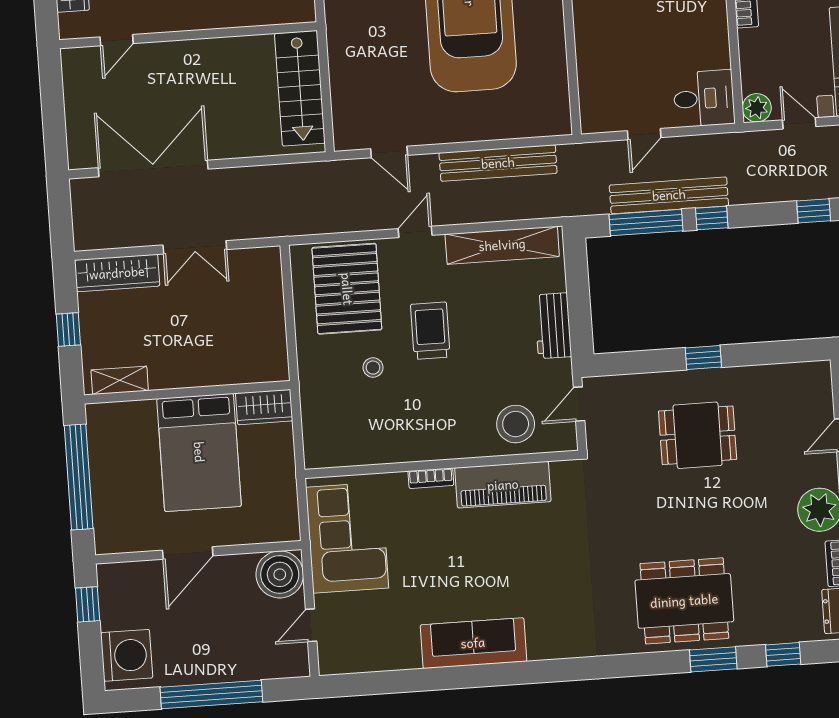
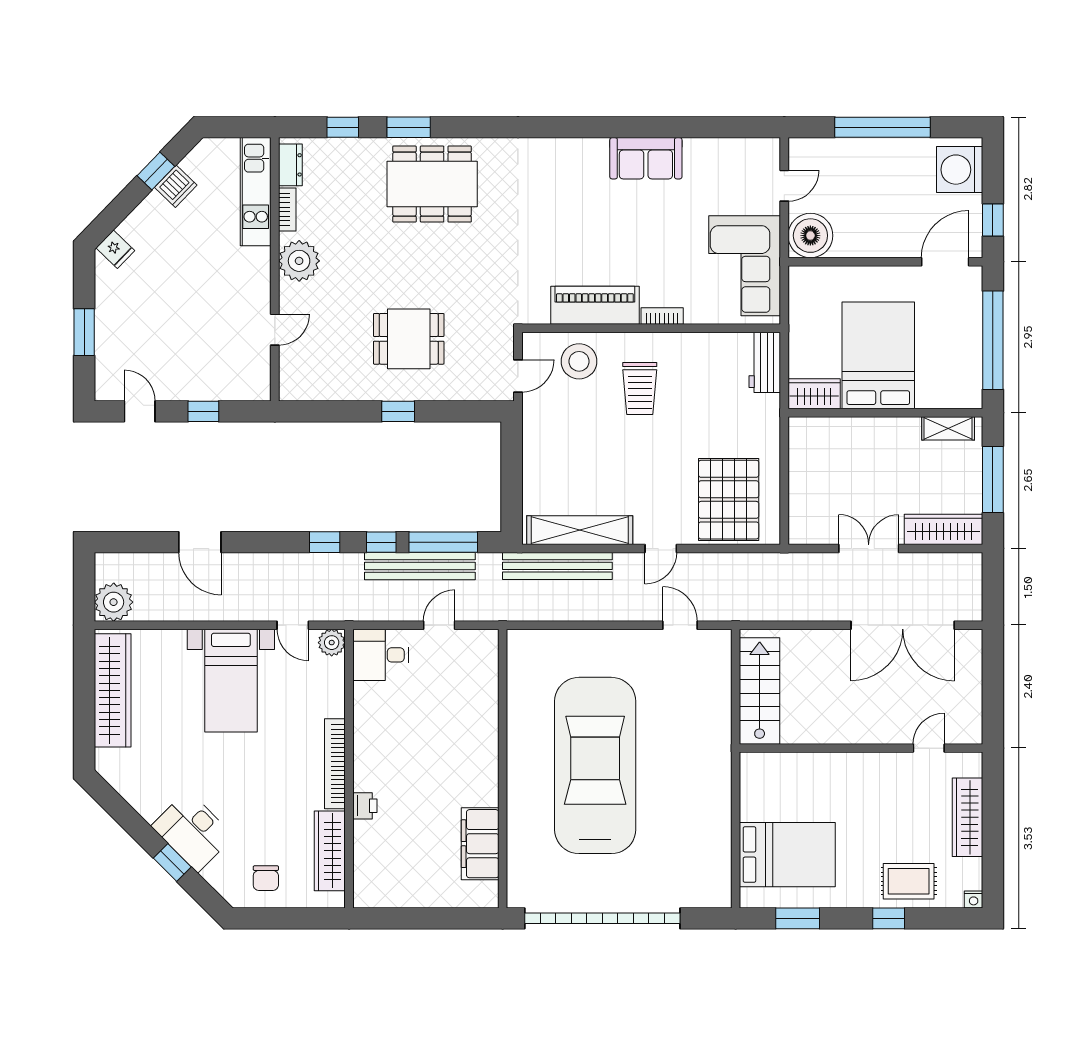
bench: (498, 163) -> (557, 566), moved
window: (814, 211) -> (325, 542), moved
workbench: (553, 326) -> (765, 362), moved, turned 180
window: (68, 329) -> (993, 480), width x2.17
trolley: (430, 331) -> (640, 389), moved
stool: (373, 368) -> (709, 424), removed
door: (188, 553) -> (945, 262), moved
sofa: (473, 643) -> (646, 158), width x0.73

